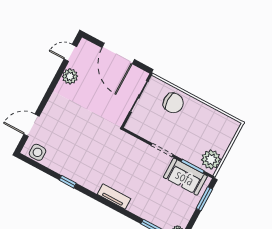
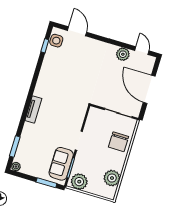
door: (118, 54) -> (149, 89), hinge flipped
plant: (215, 120) -> (112, 178), added
window: (68, 182) -> (45, 46), moved

